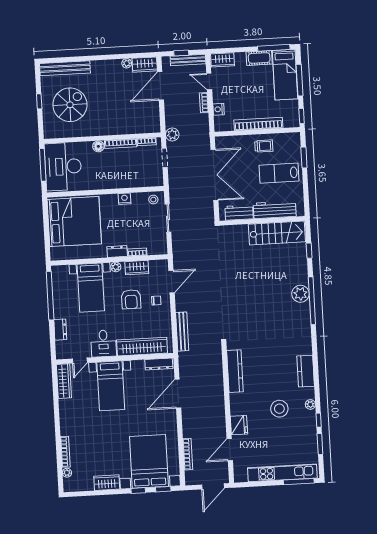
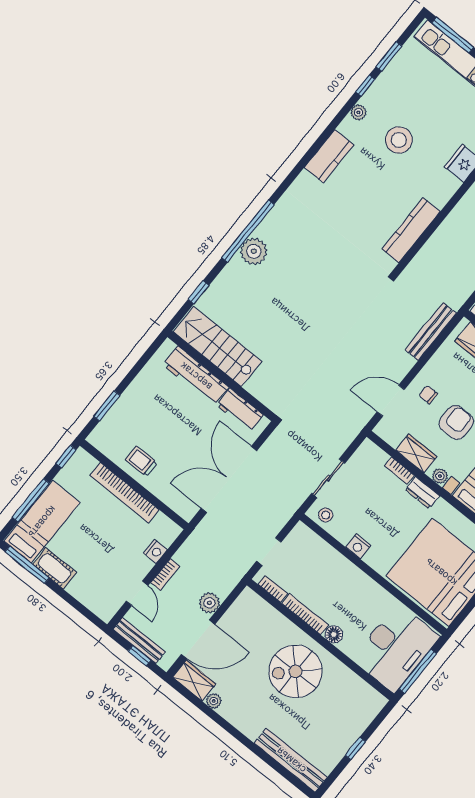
wardrobe: (223, 60) -> (99, 605), removed
spiral stairs: (70, 105) -> (296, 671), moved
plant: (172, 134) -> (209, 603), moved
lab bench: (279, 173) -> (152, 414), removed

